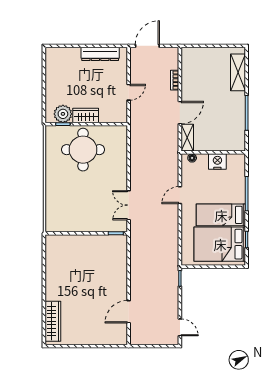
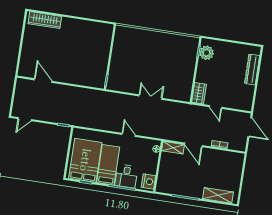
dresser: (100, 54) -> (252, 69), moved
wardrobe: (86, 116) -> (199, 93), moved
round table: (83, 150) -> (176, 64), removed
nightstand: (217, 162) -> (148, 182), moved
desk: (232, 190) -> (126, 176), added
double door: (129, 205) -> (150, 97), moved

